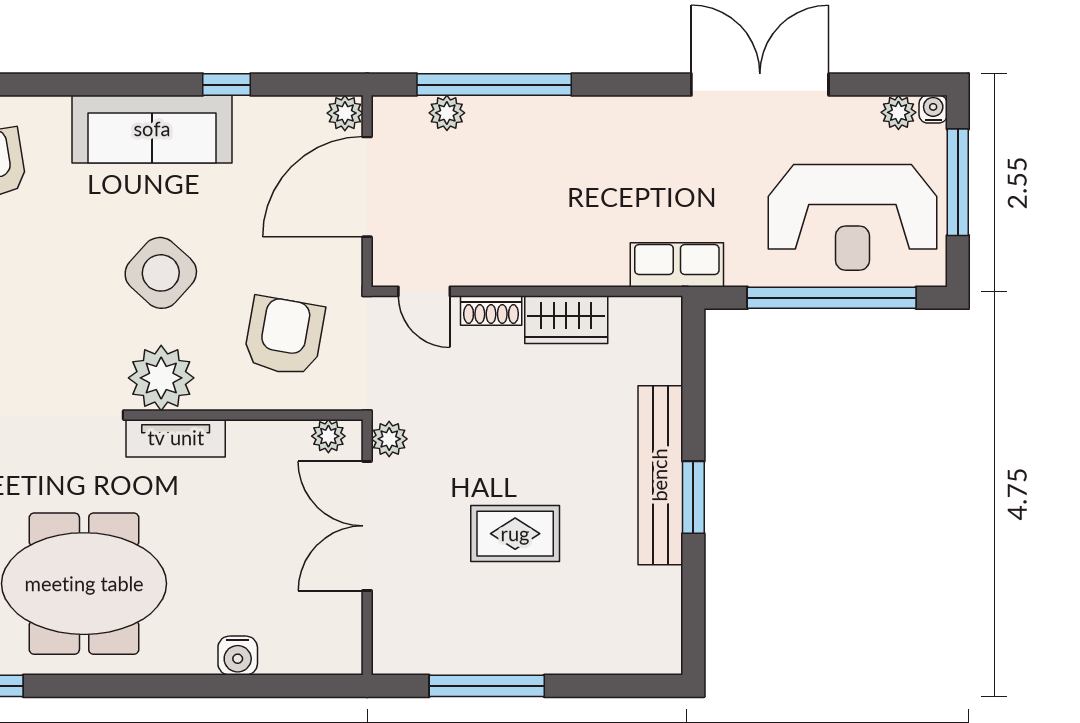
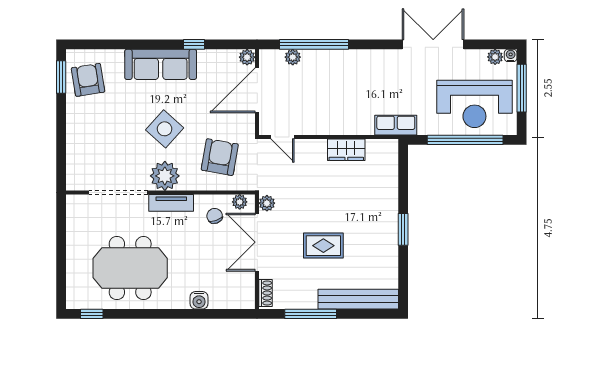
shoe rack: (491, 310) -> (266, 293), moved, turned -90
chair: (272, 467) -> (215, 216), added
bench: (660, 475) -> (358, 299), moved, turned 90

